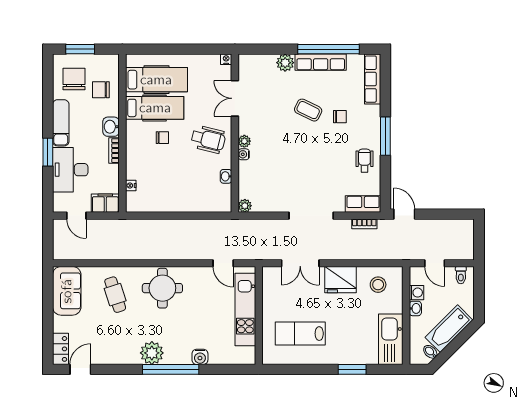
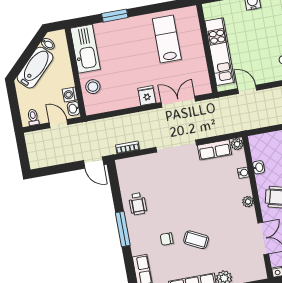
water cooler: (244, 154) -> (243, 173), moved
row of seats: (363, 204) -> (214, 150), moved
fridge: (341, 280) -> (147, 96), width x0.53, depth x0.75
stool: (378, 285) -> (93, 87), moved
washbasin: (415, 308) -> (73, 109), moved
lab bench: (300, 334) -> (167, 39), turned -90

